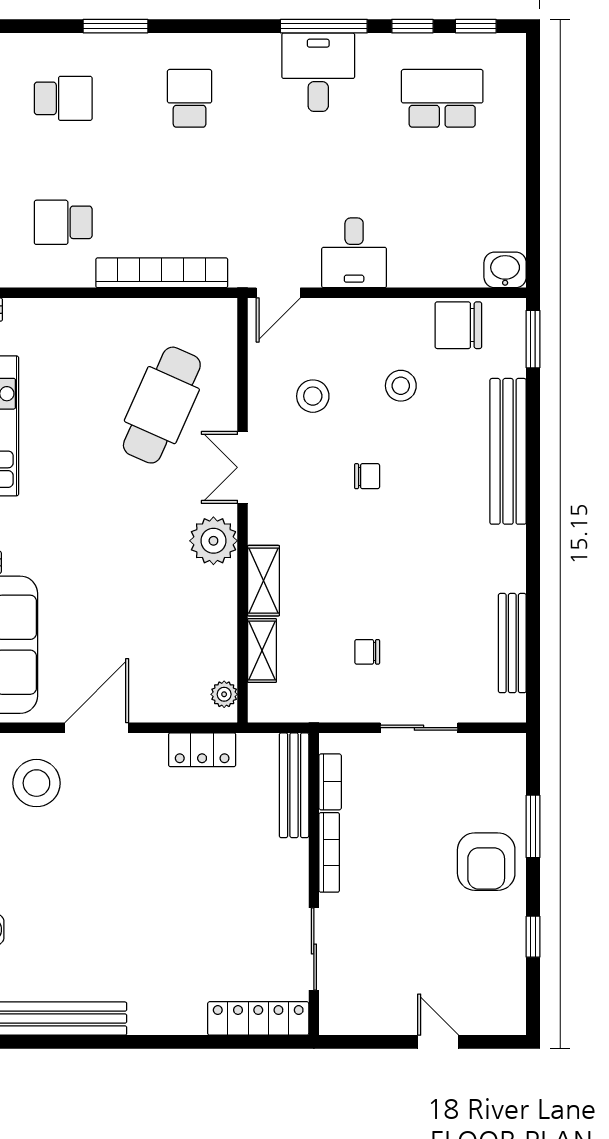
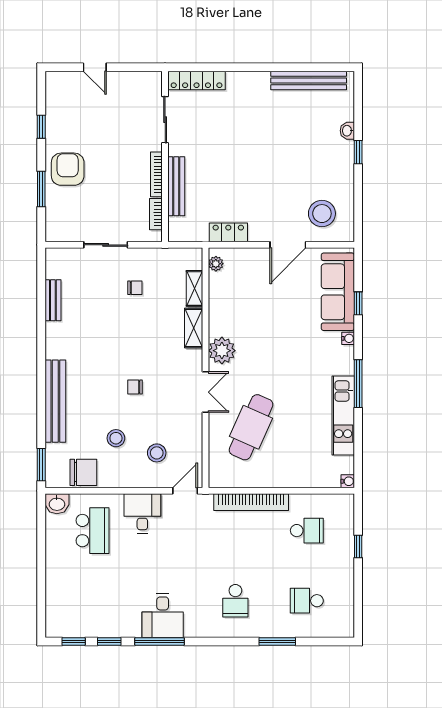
school desk: (442, 98) -> (93, 531), moved, turned -90
stool: (313, 396) -> (157, 453), moved
bench: (512, 643) -> (53, 300), width x0.73
bench: (294, 785) -> (176, 186), moved

